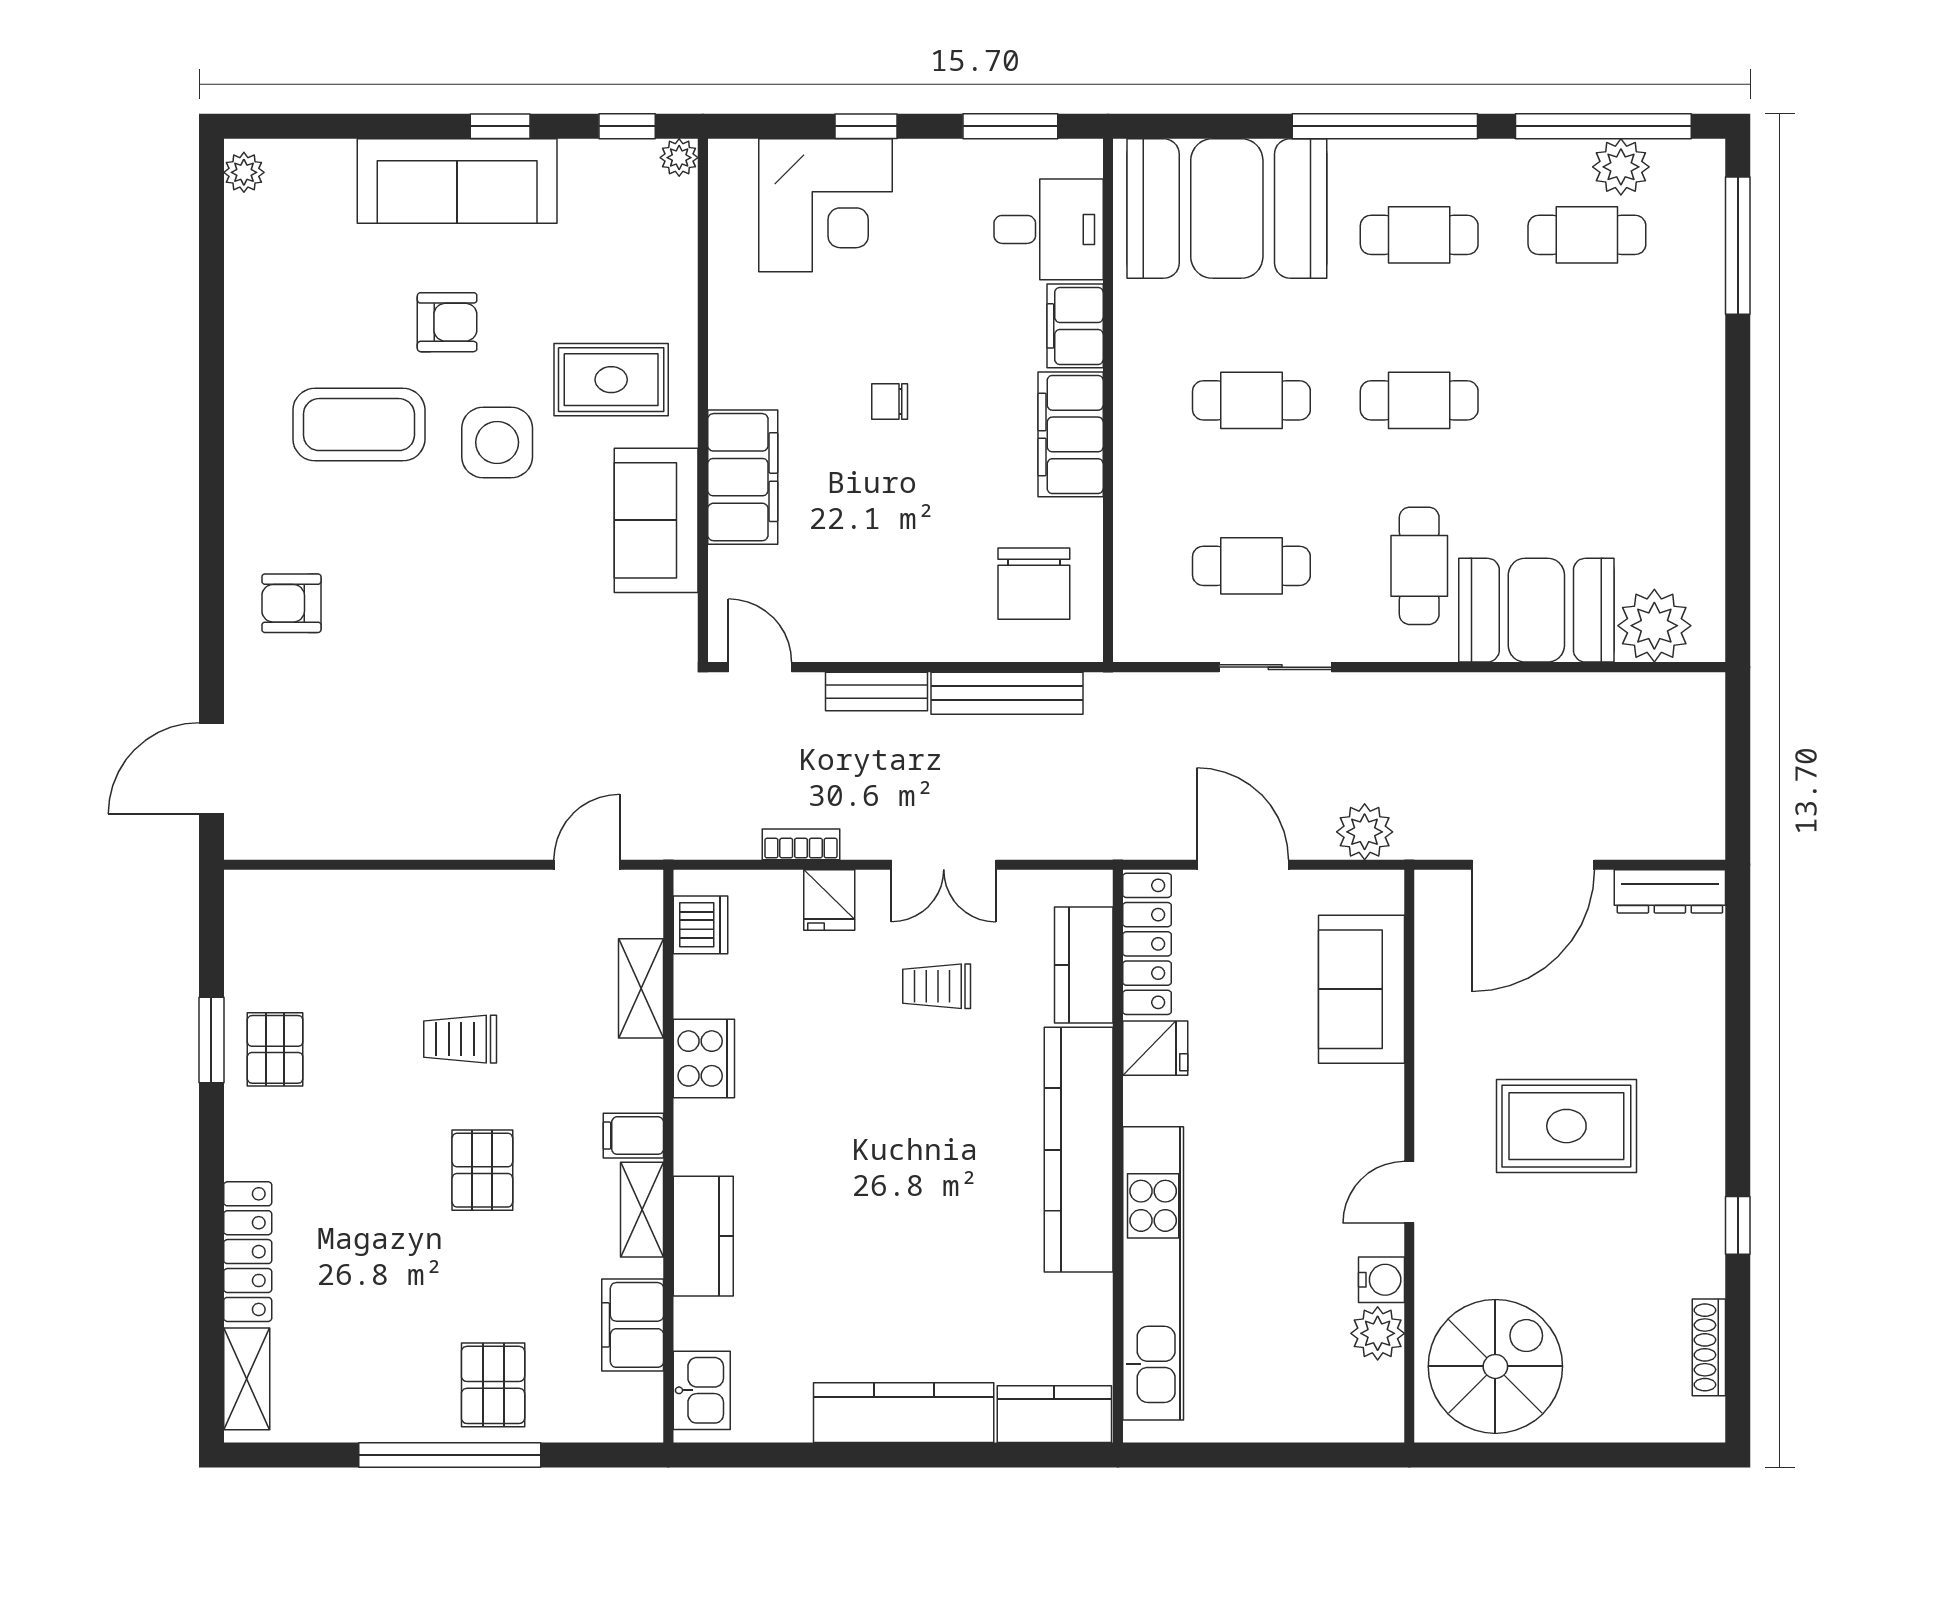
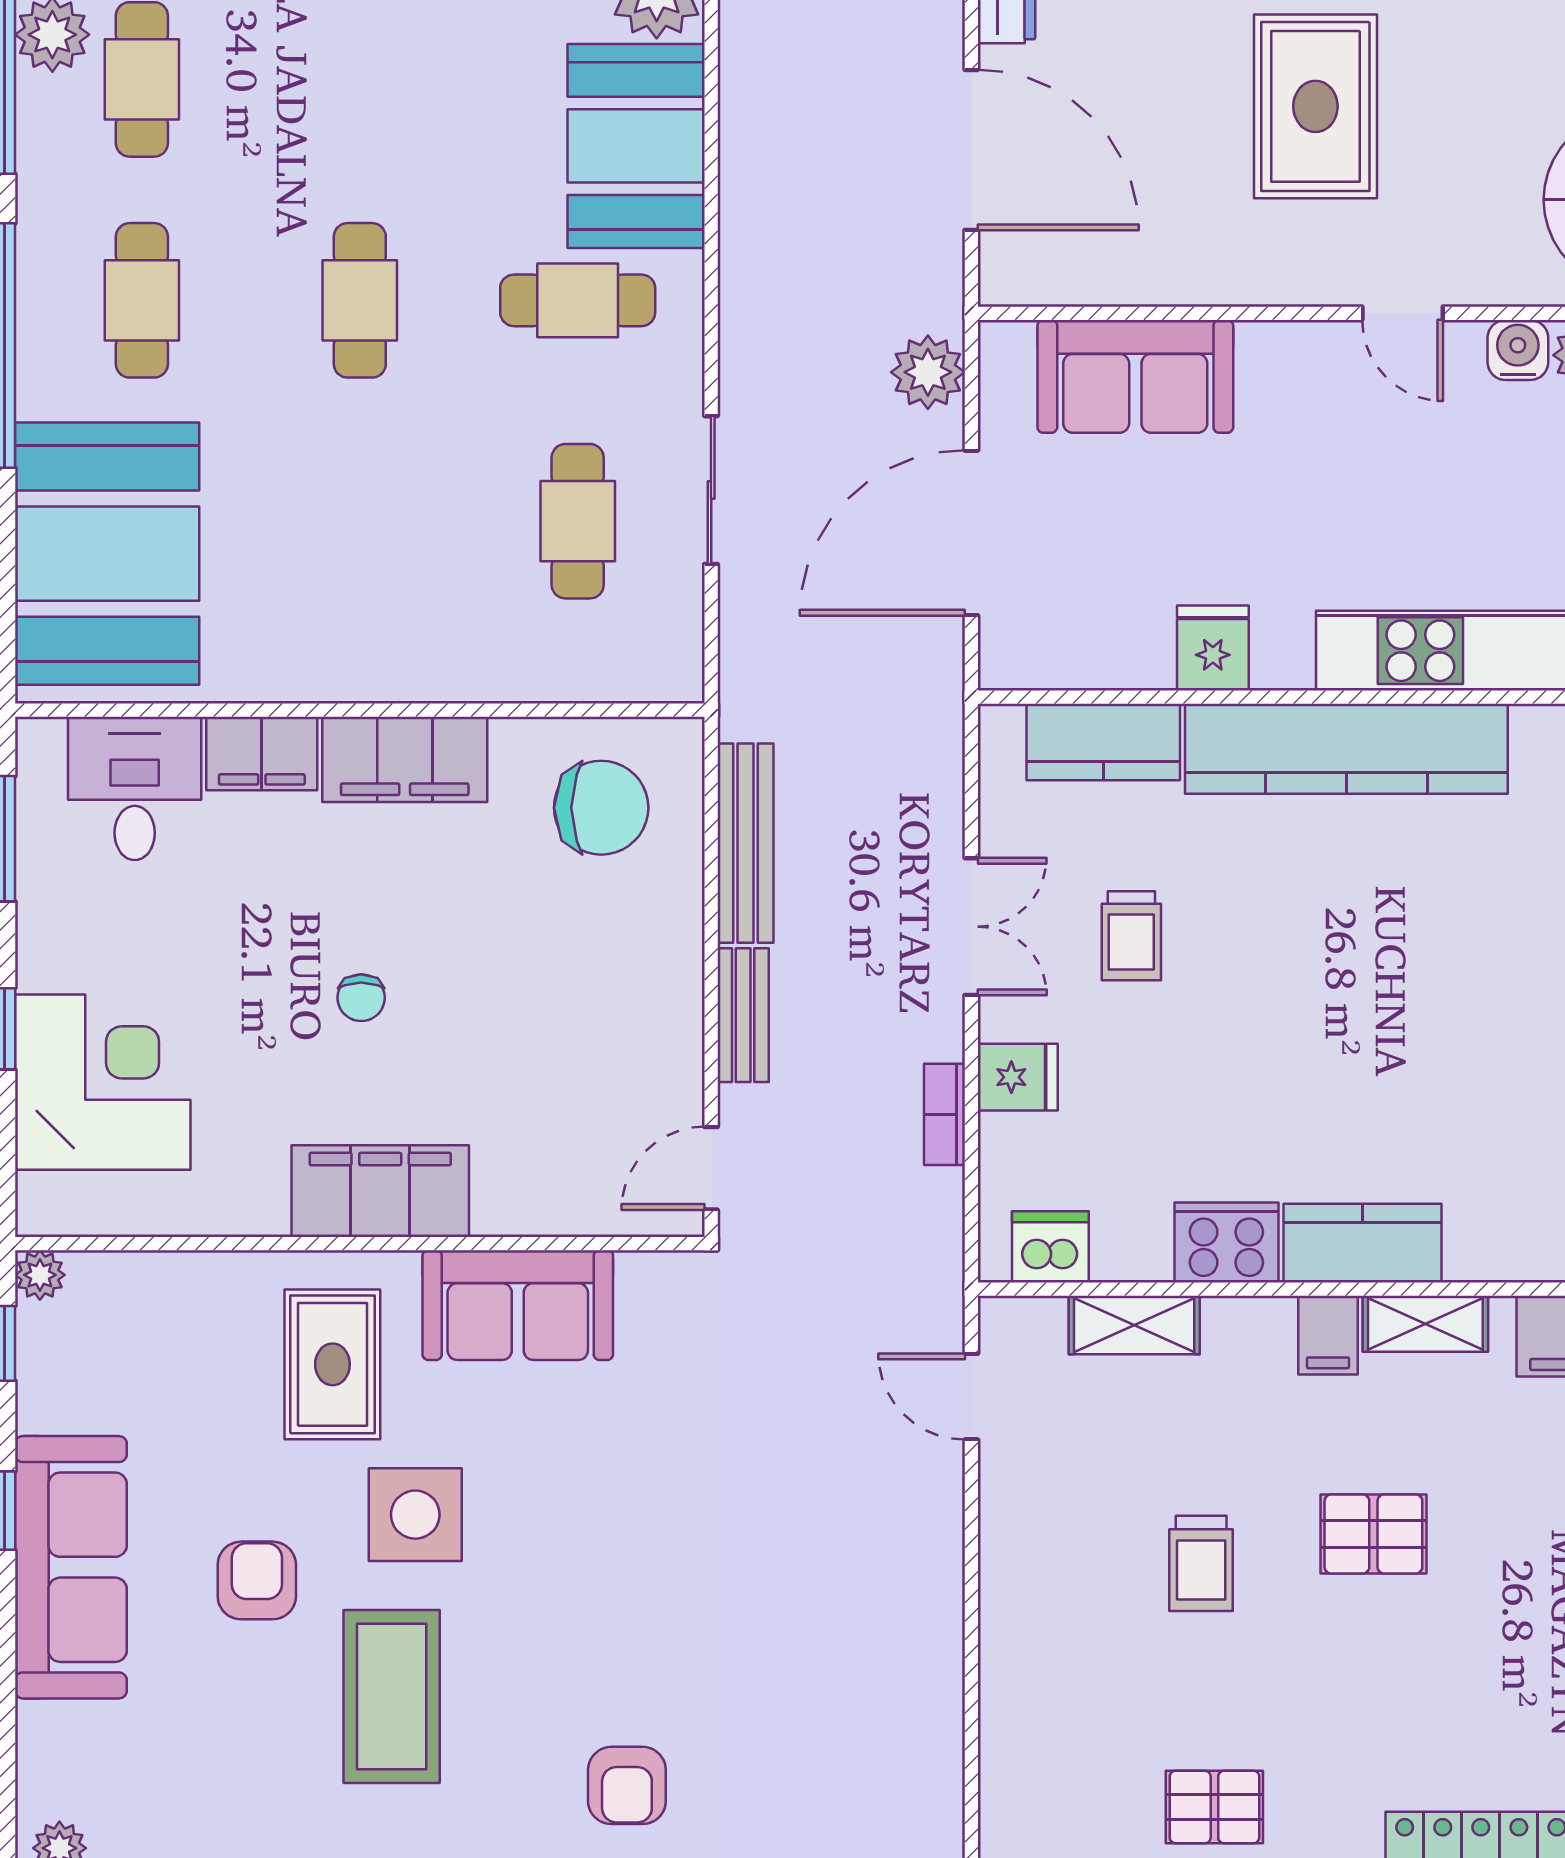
cafe table: (1251, 400) -> (360, 521), removed
filing cabinet: (743, 477) -> (380, 1191), moved
door: (1243, 865) -> (971, 533), width x1.36
locker: (1147, 944) -> (1076, 659), removed
kitchen counter: (703, 1236) -> (1362, 1243), moved

